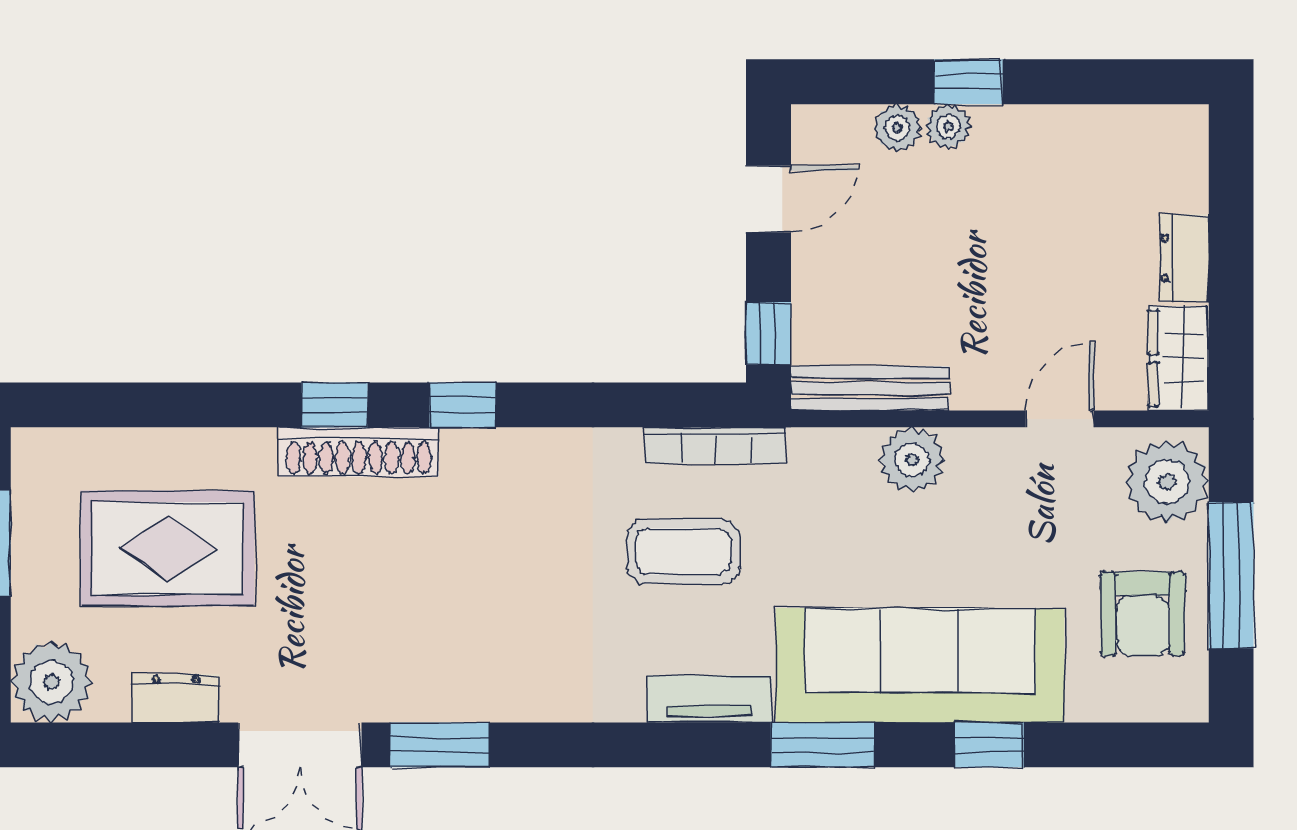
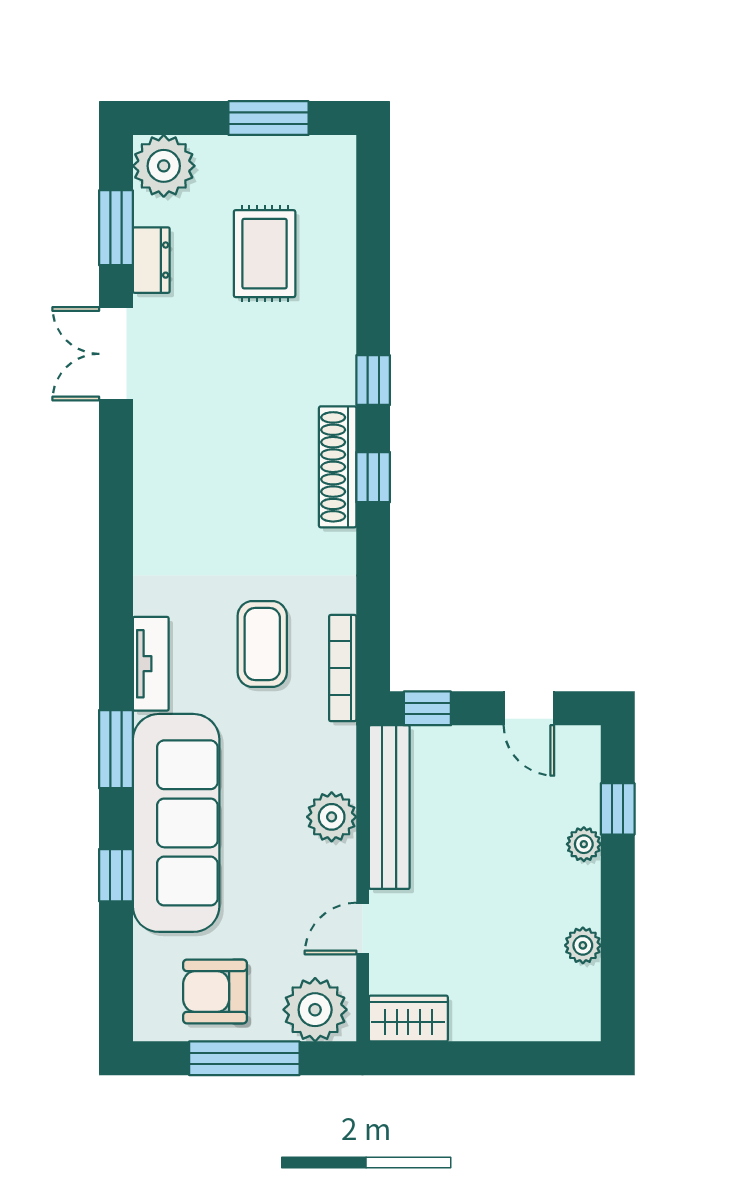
window: (968, 82) -> (618, 809), moved
plant: (897, 128) -> (583, 945), moved
dresser: (1184, 258) -> (484, 1023), removed
bench: (870, 388) -> (389, 807), width x1.37, depth x1.21
door: (1060, 419) -> (363, 929), swing flipped
shoe rack: (359, 452) -> (338, 467), moved
rug: (167, 548) -> (265, 254), width x0.73, depth x0.70
window: (440, 745) -> (116, 228), moved

